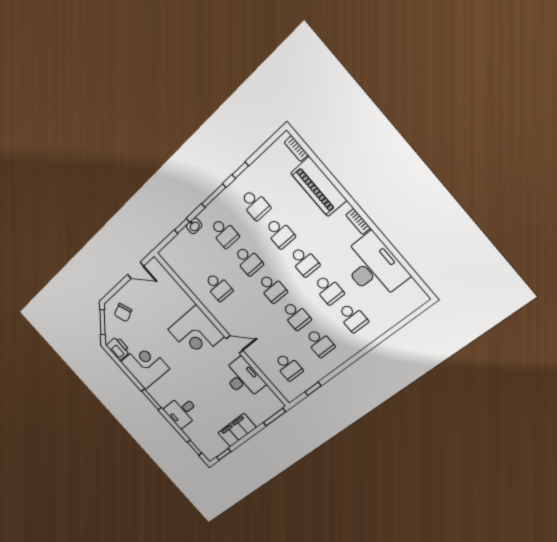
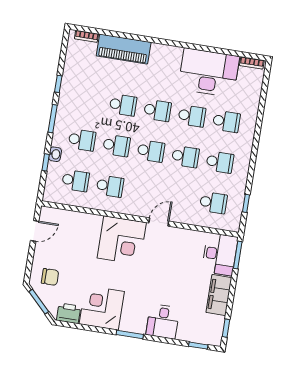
school desk: (255, 205) -> (76, 181), moved
bookcase: (358, 222) -> (252, 63), moved
chair: (123, 313) -> (50, 277), turned -68
desk: (243, 378) -> (220, 254), moved, turned 90

